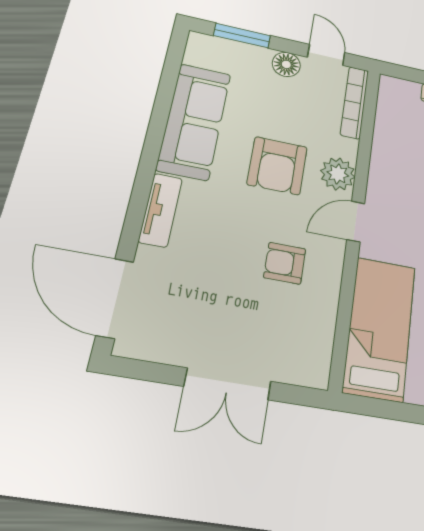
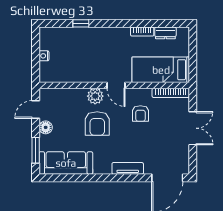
bookcase: (355, 102) -> (171, 93), moved
sofa: (194, 121) -> (66, 163), moved
armchair: (277, 166) -> (97, 124), turned 90

